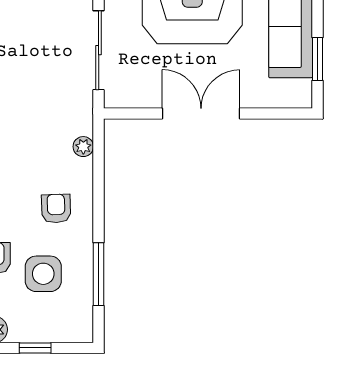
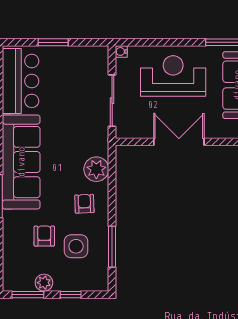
plant: (83, 147) -> (96, 169), width x1.88, depth x1.88

